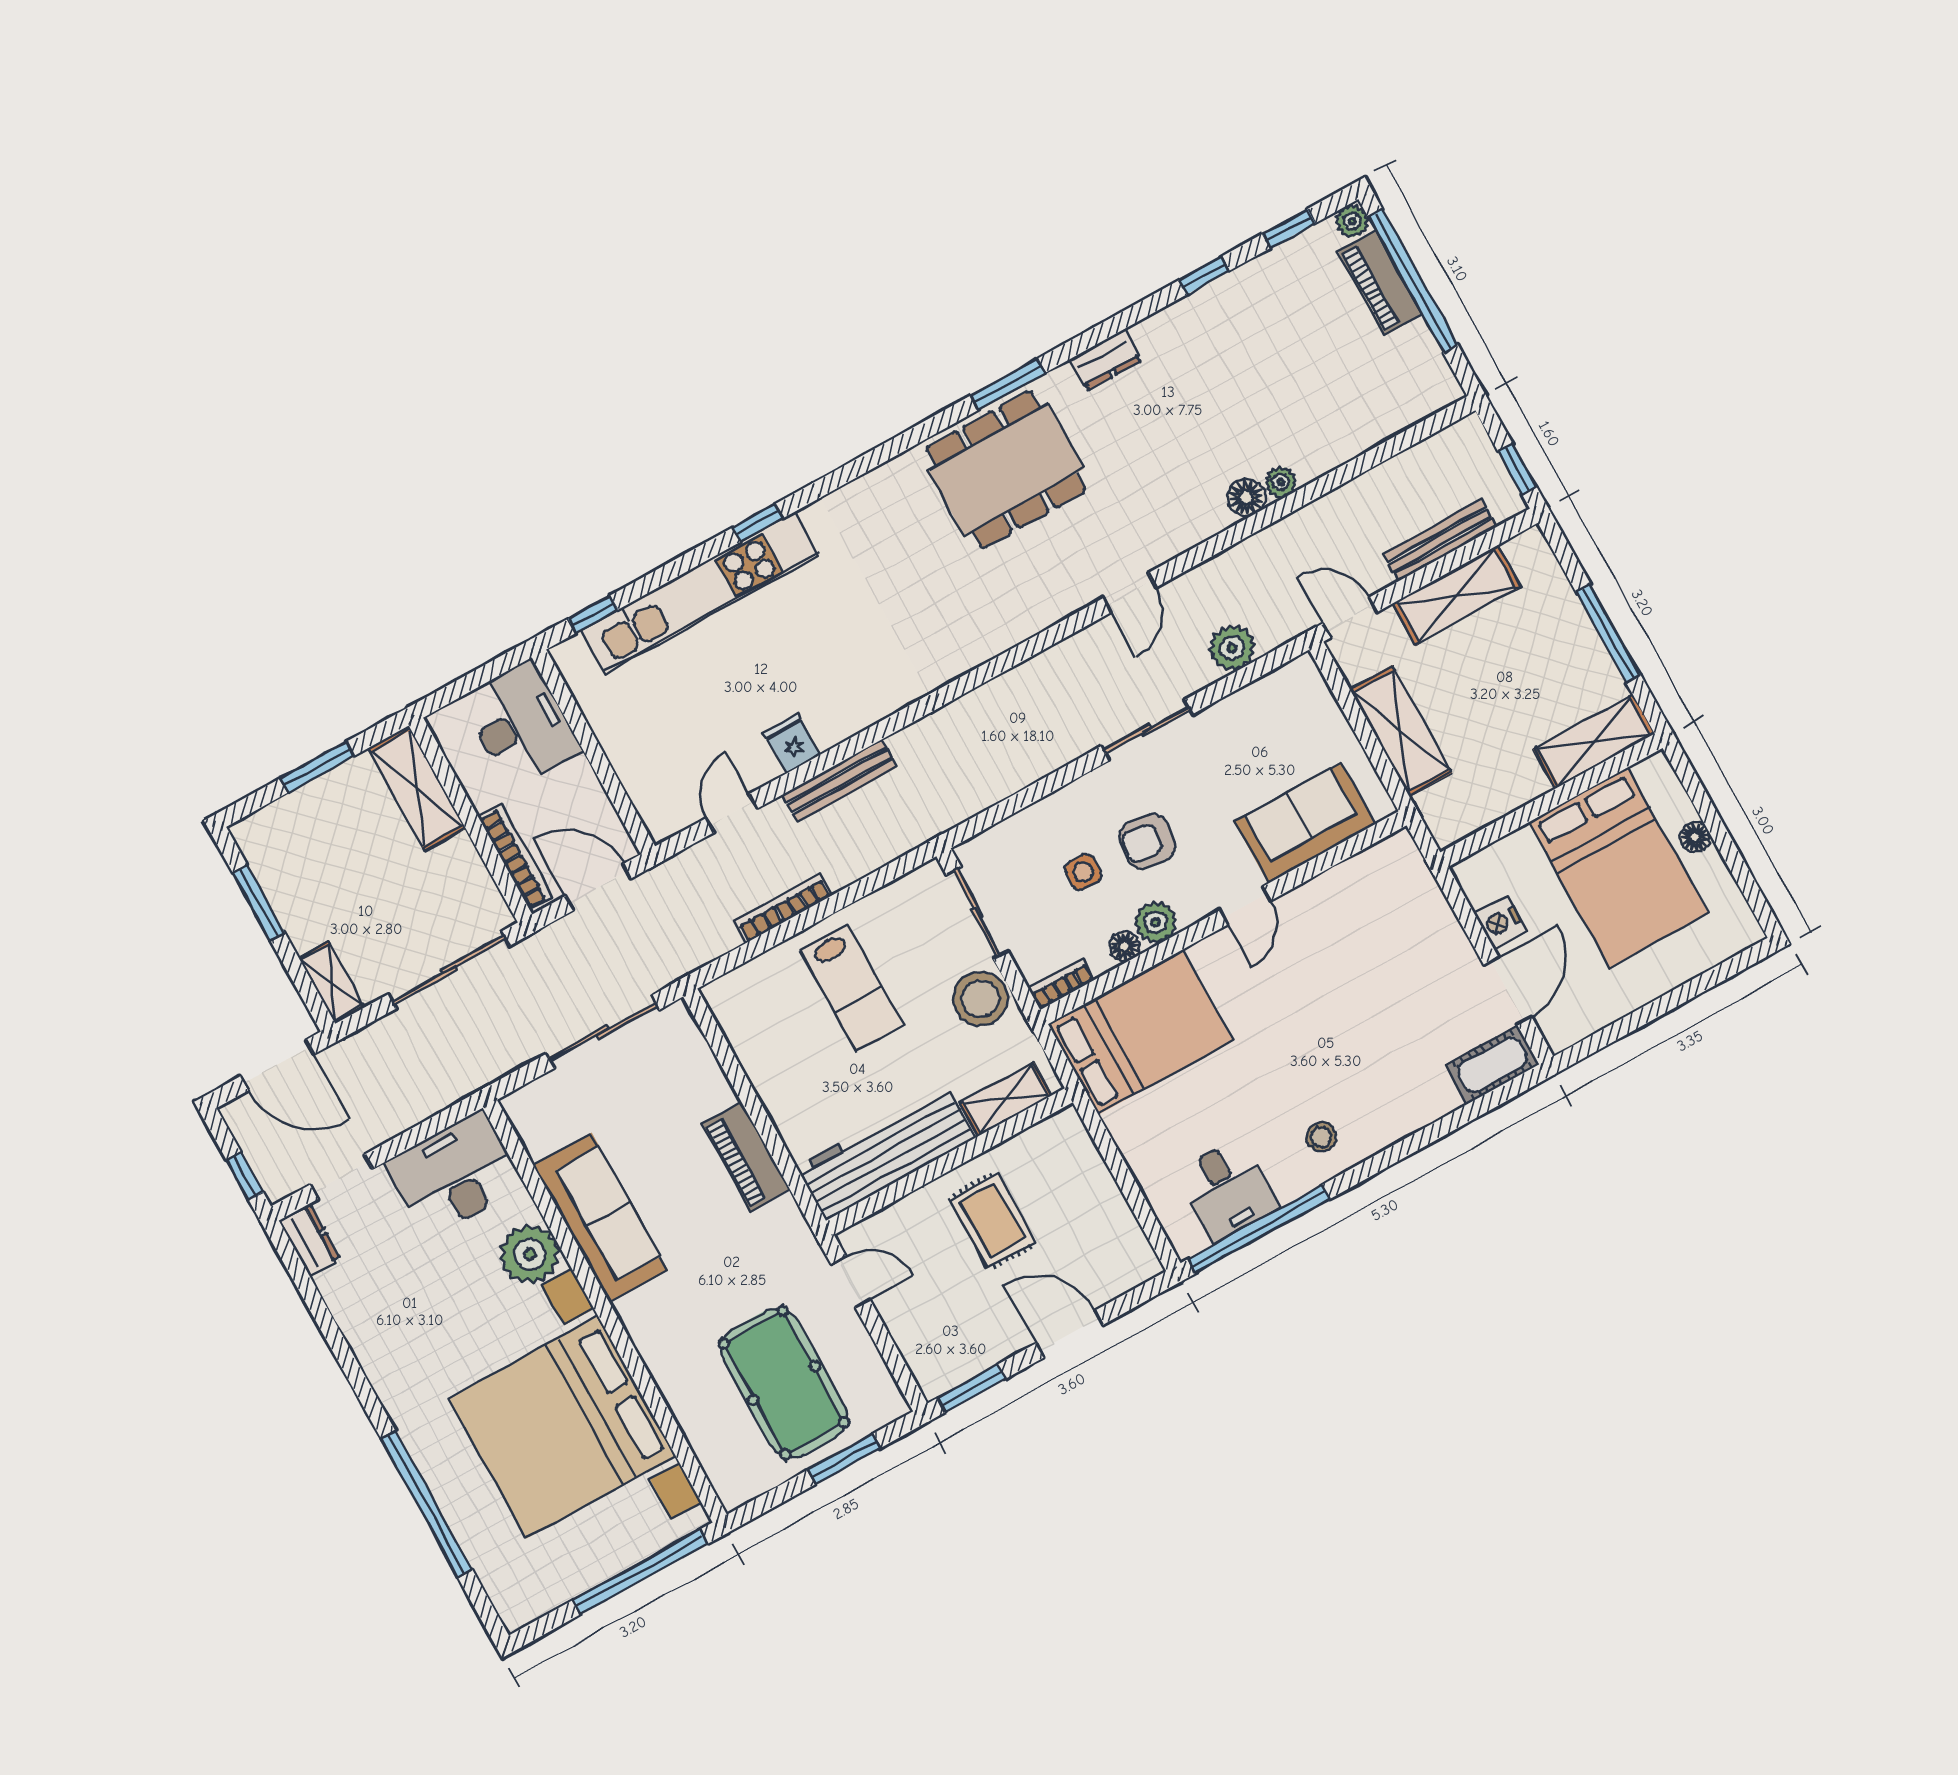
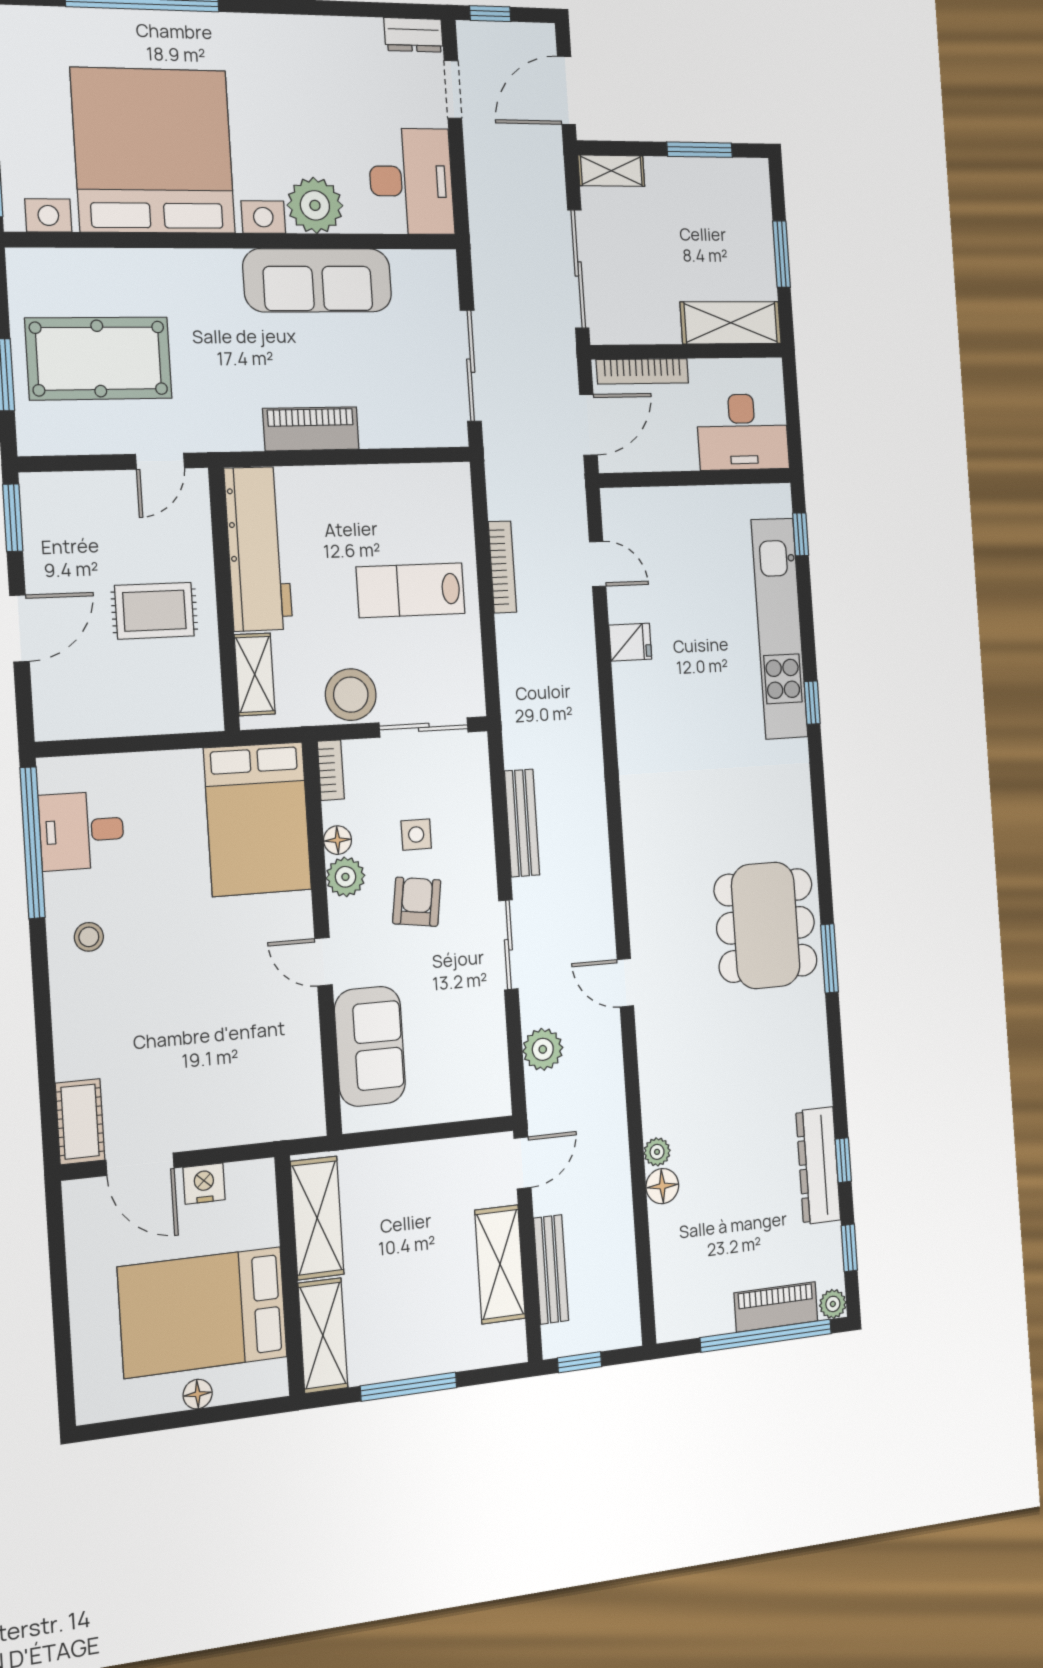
dresser: (1106, 360) -> (818, 1166), moved, width x1.96, depth x1.24
floor lamp: (1246, 497) -> (662, 1186), moved
shelving: (1401, 731) -> (317, 1218), moved, turned 90
bench: (839, 781) -> (522, 823), moved

